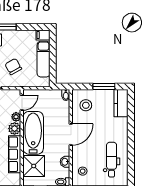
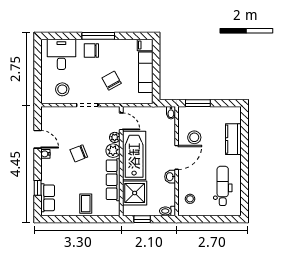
window: (104, 86) -> (198, 103), moved
door: (22, 103) -> (121, 121), hinge flipped
kitchen counter: (121, 103) -> (233, 139), moved
stool: (86, 105) -> (194, 137), moved
washbasin: (65, 162) -> (170, 177), moved

